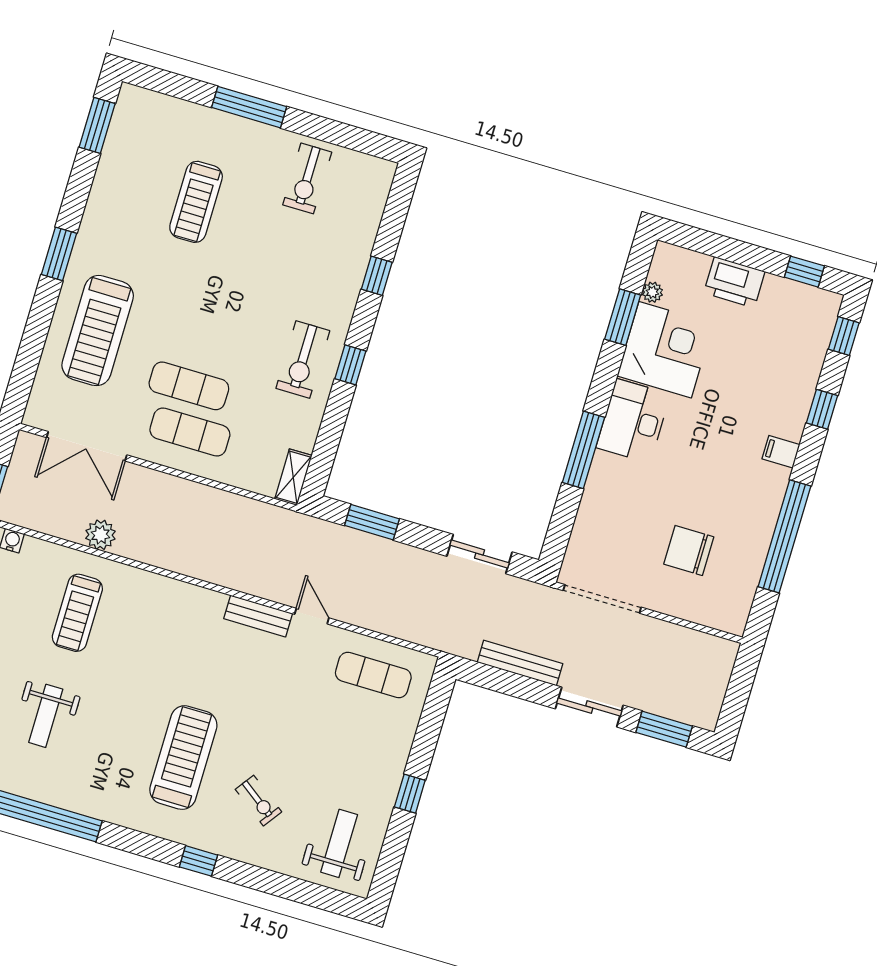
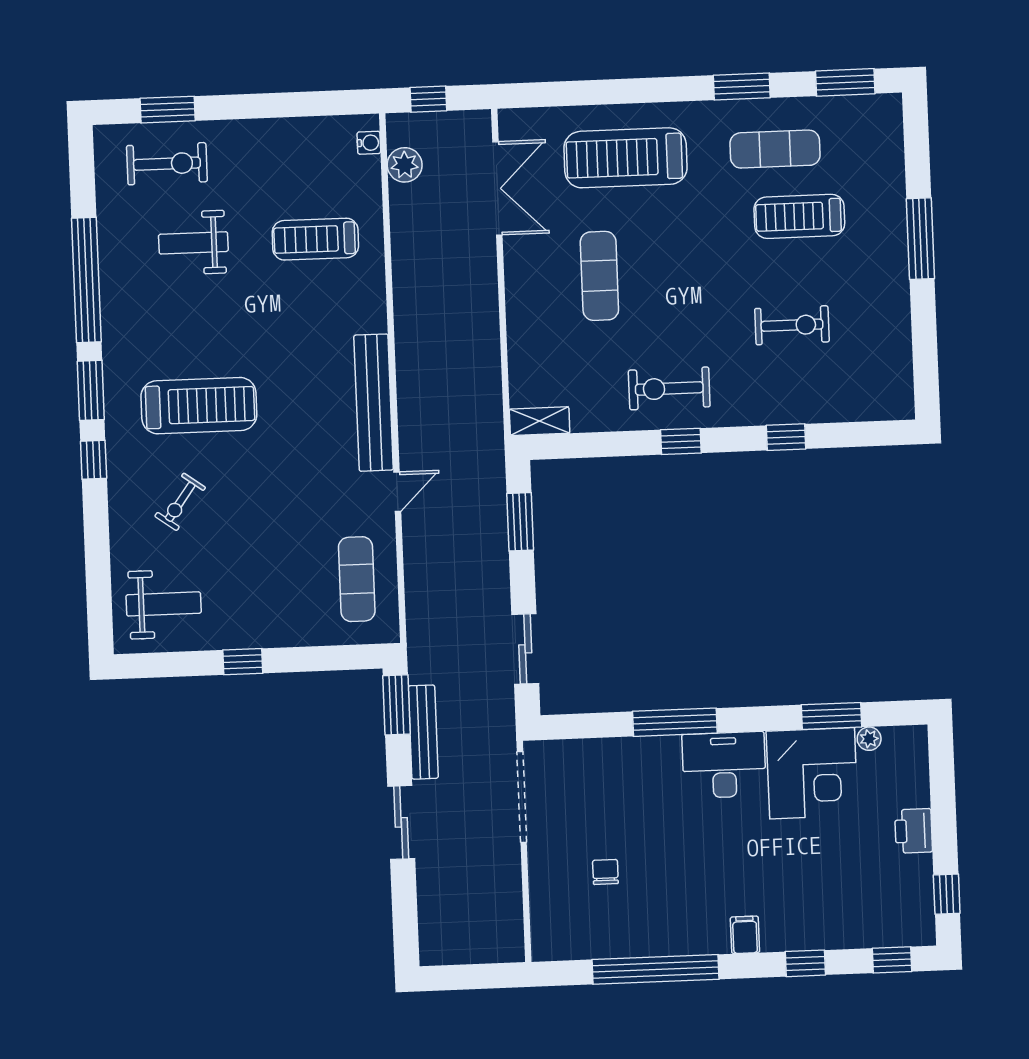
exercise bike: (307, 178) -> (792, 325), moved, turned 180
window: (59, 254) -> (742, 87), moved
printer: (734, 282) -> (914, 831), width x0.73, depth x0.84
exercise mat: (190, 432) -> (775, 149), moved, turned 90
double door: (87, 446) -> (497, 188), swing flipped
plant: (100, 535) -> (405, 165), moved
chair: (689, 550) -> (605, 872), width x0.54, depth x0.54
bench: (258, 616) -> (374, 403), width x1.86, depth x1.21
window: (664, 729) -> (397, 705), moved
window: (140, 844) -> (91, 390), added

